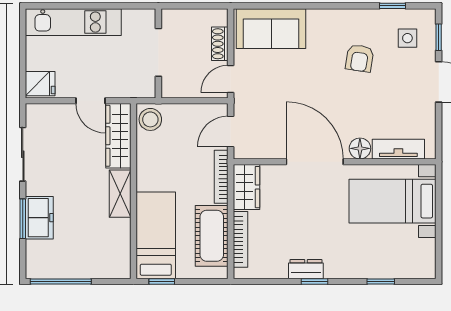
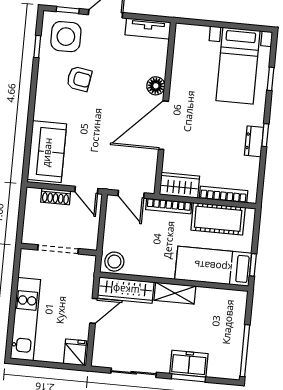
side table: (407, 38) -> (66, 37), width x1.87, depth x1.87
tv unit: (398, 149) -> (148, 29), moved, turned -90
bed with nightstands: (393, 201) -> (238, 66), moved

